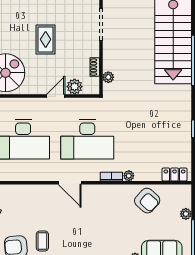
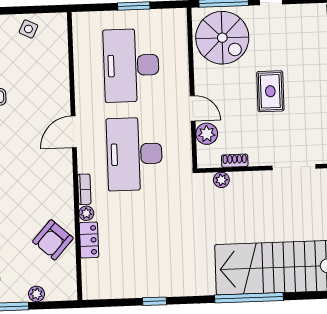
rug: (46, 39) -> (270, 91), turned 90
locker: (175, 174) -> (89, 240), moved

